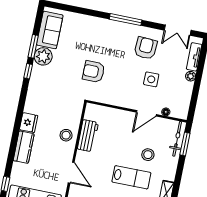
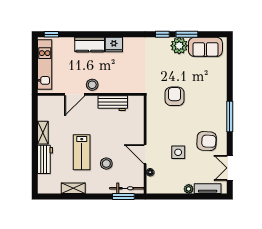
stool: (66, 135) -> (92, 85), moved

